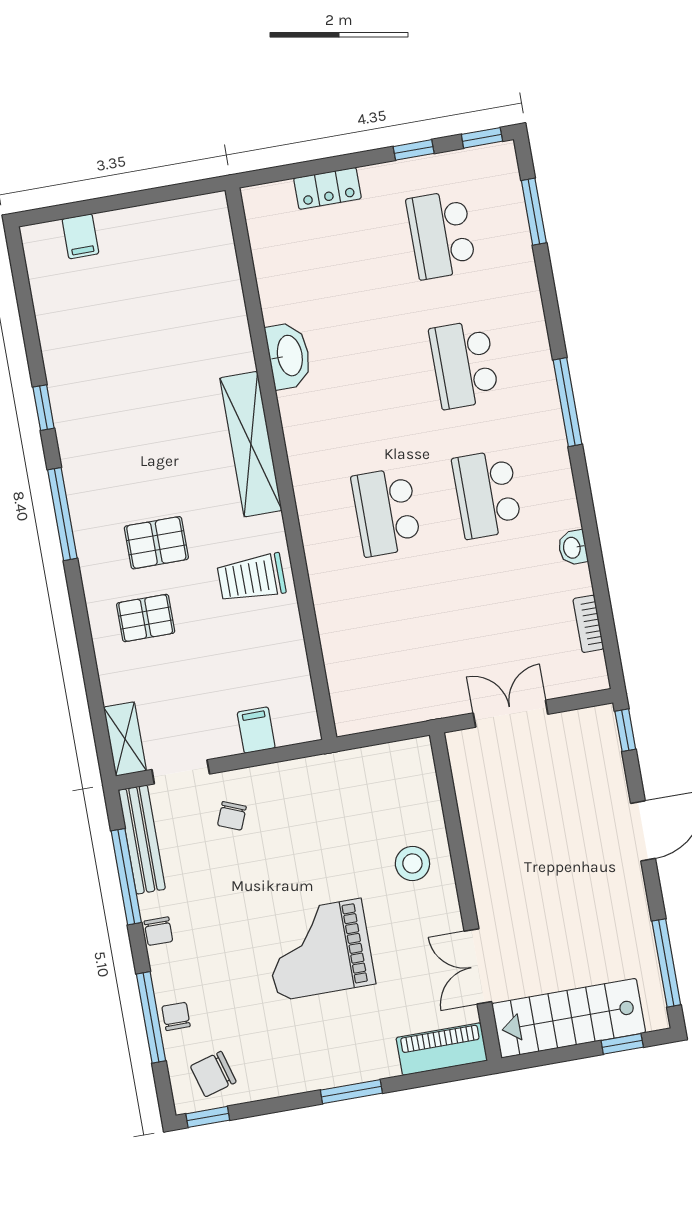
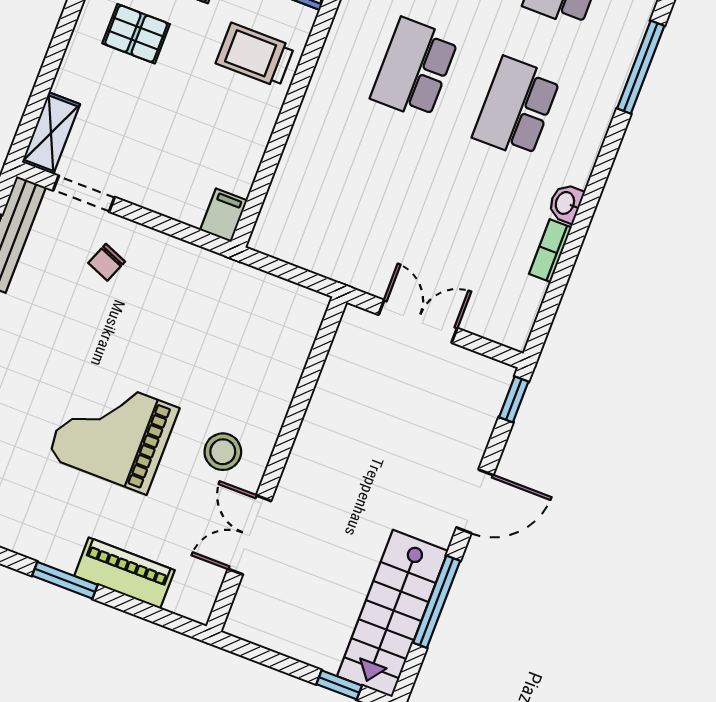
bookcase: (588, 624) -> (550, 251), moved
filing cabinet: (256, 730) -> (224, 215), moved
stool: (412, 863) -> (223, 452), moved
window: (666, 963) -> (437, 602), moved
stairs: (569, 1018) -> (393, 614), moved, turned -90
piano: (442, 1049) -> (124, 573), moved

